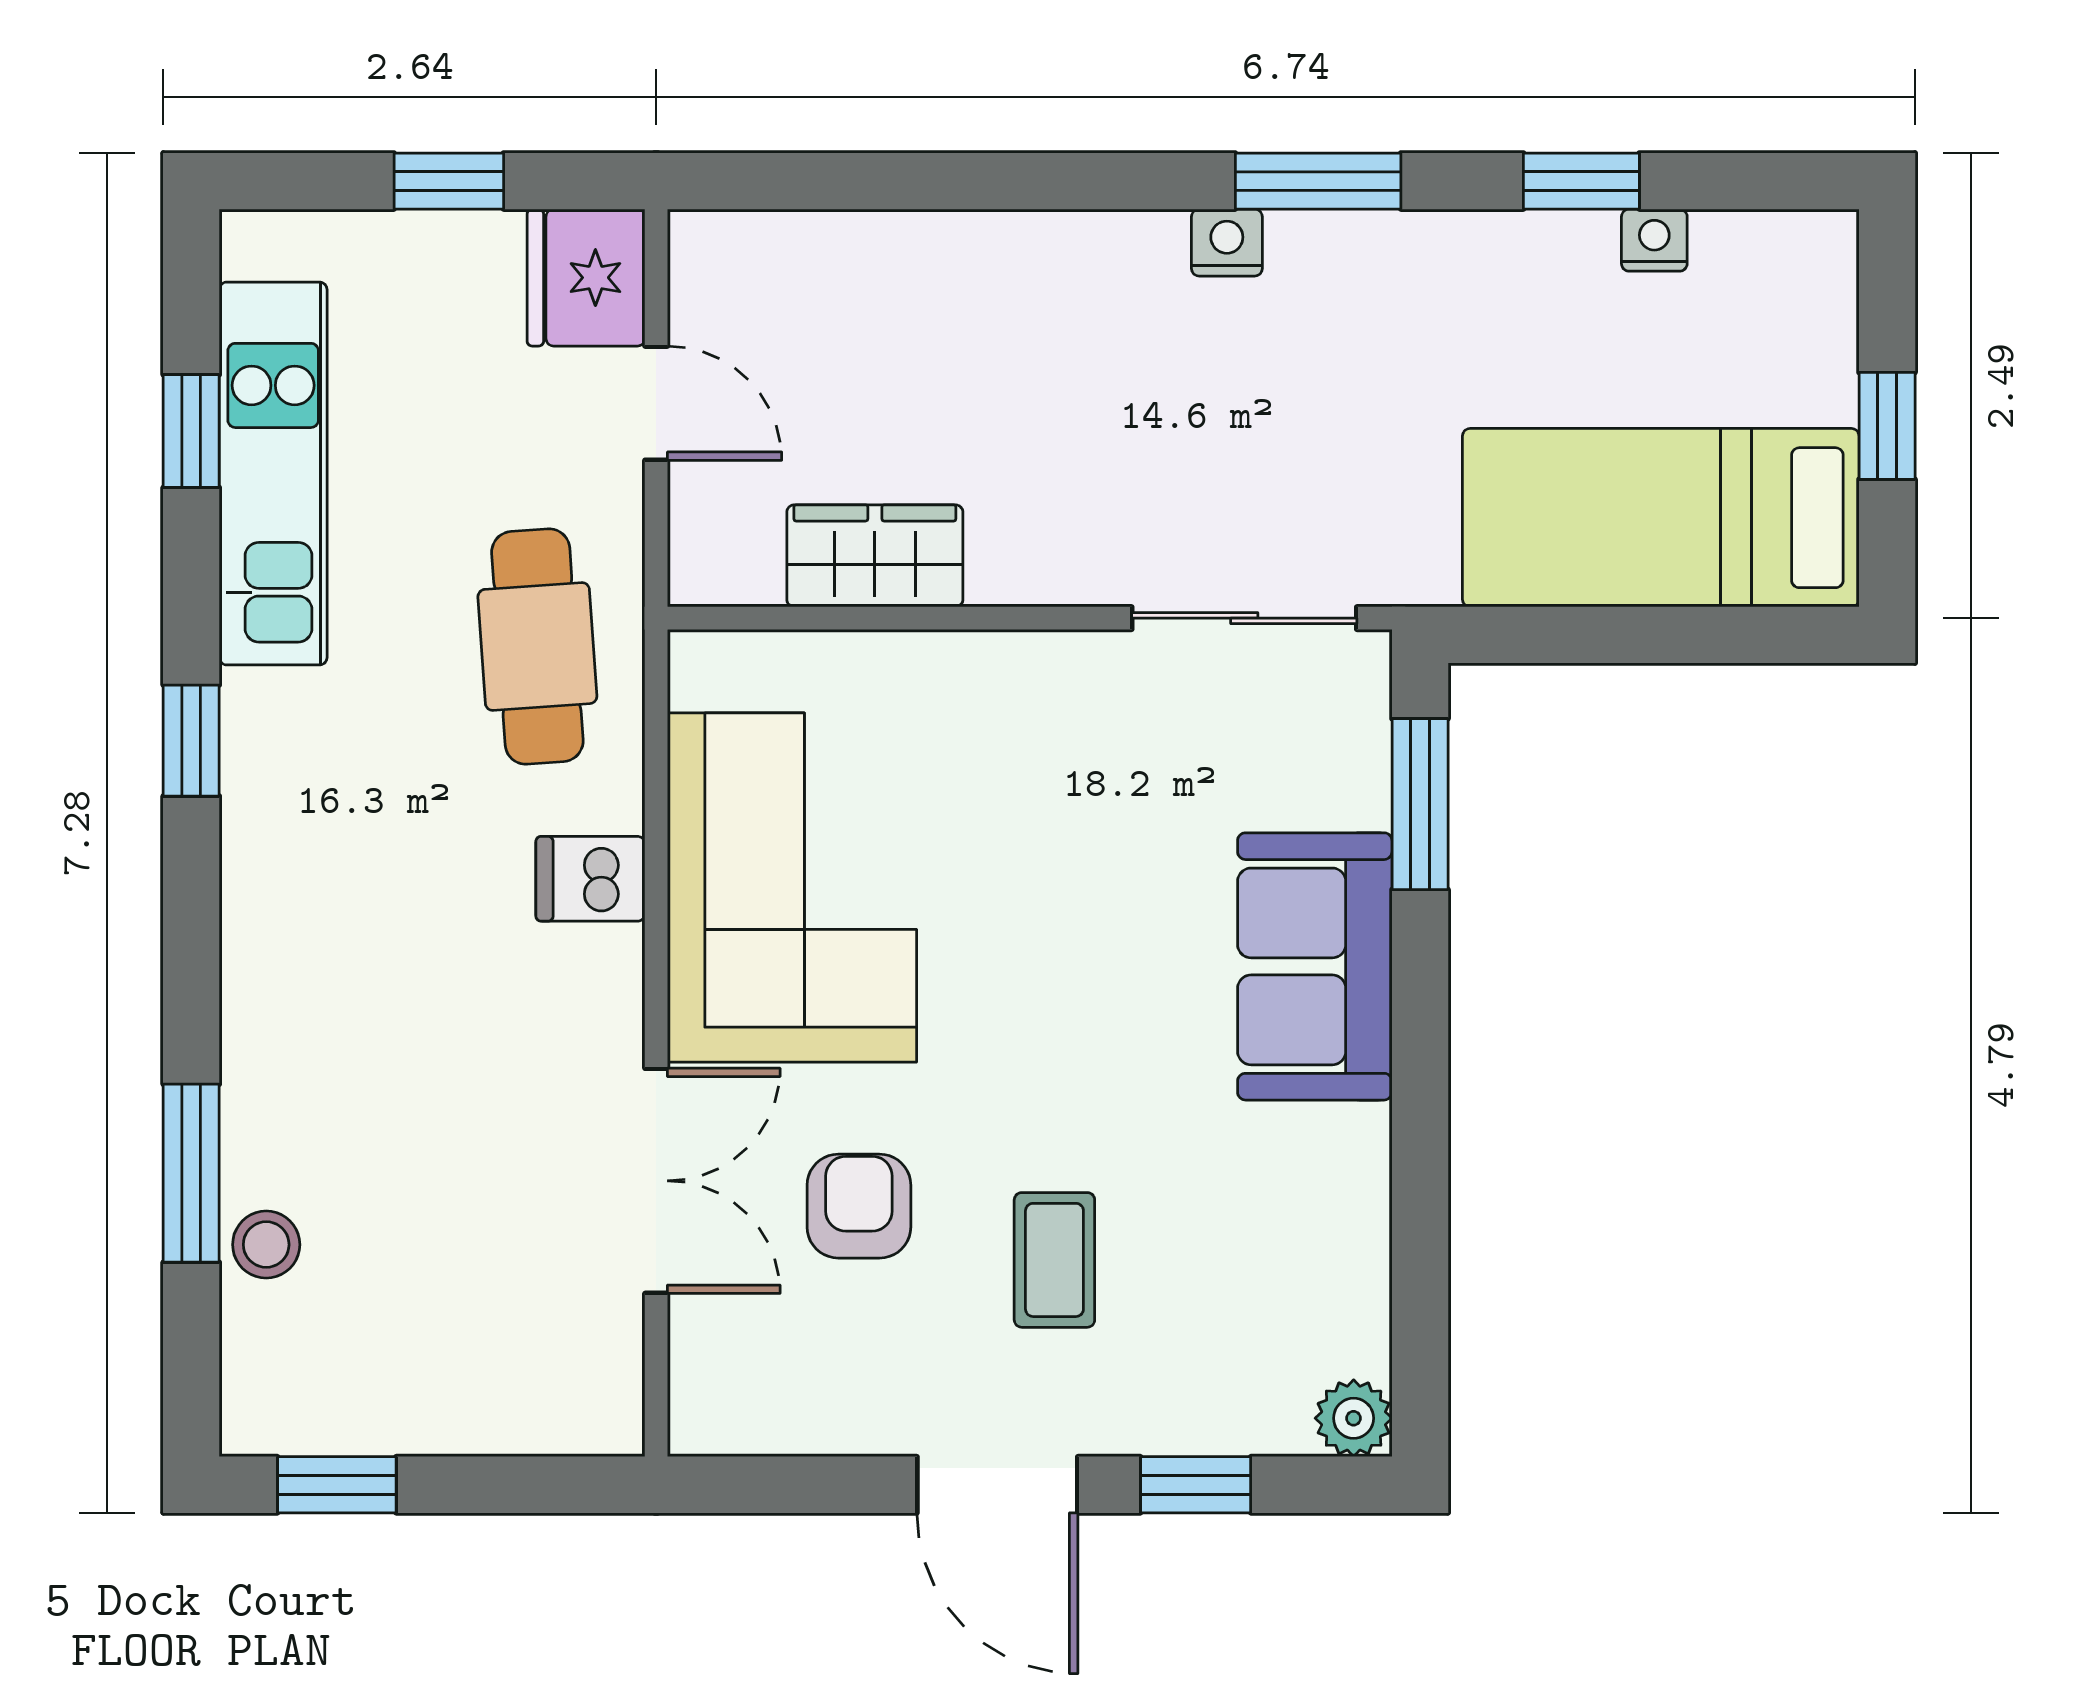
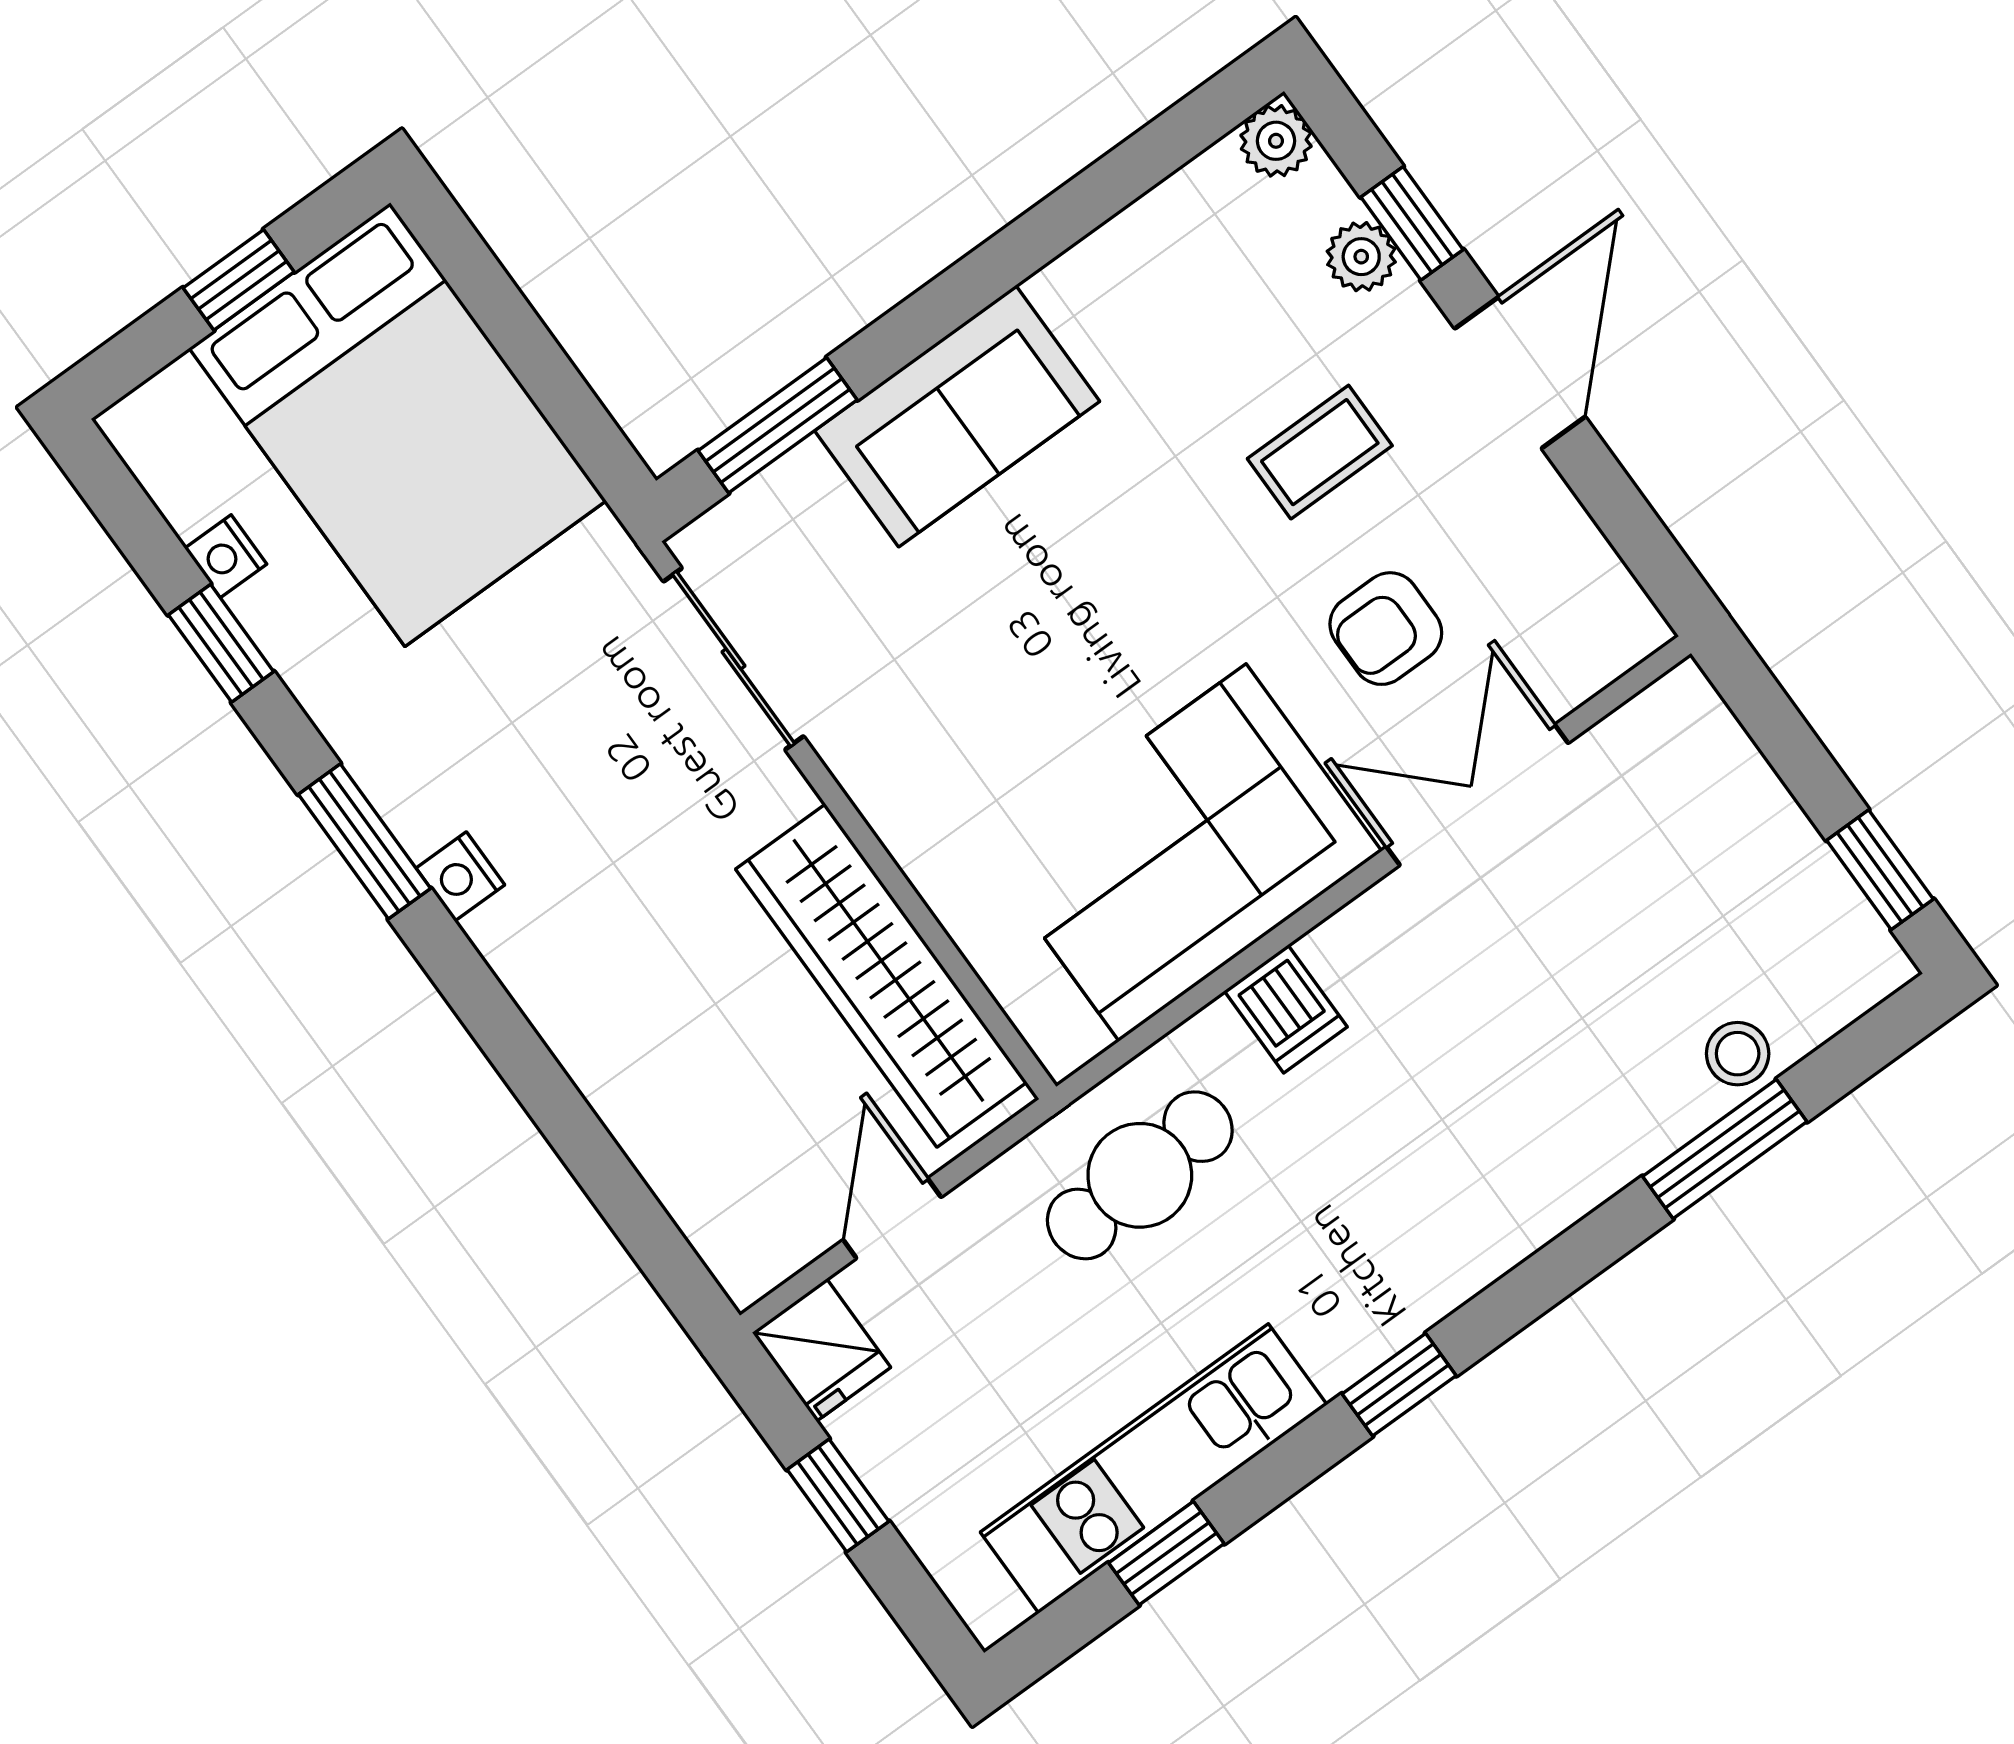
fridge: (586, 278) -> (821, 1350), width x0.72
bed: (1661, 518) -> (397, 425), width x1.50
wardrobe: (875, 556) -> (881, 976), width x2.10, depth x1.17
plant: (1199, 1419) -> (1361, 257), added

